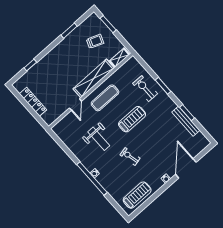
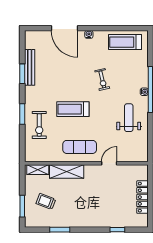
shelving: (94, 78) -> (67, 172), width x0.68
weight bench: (99, 139) -> (129, 118), moved
door: (186, 168) -> (64, 28), hinge flipped

